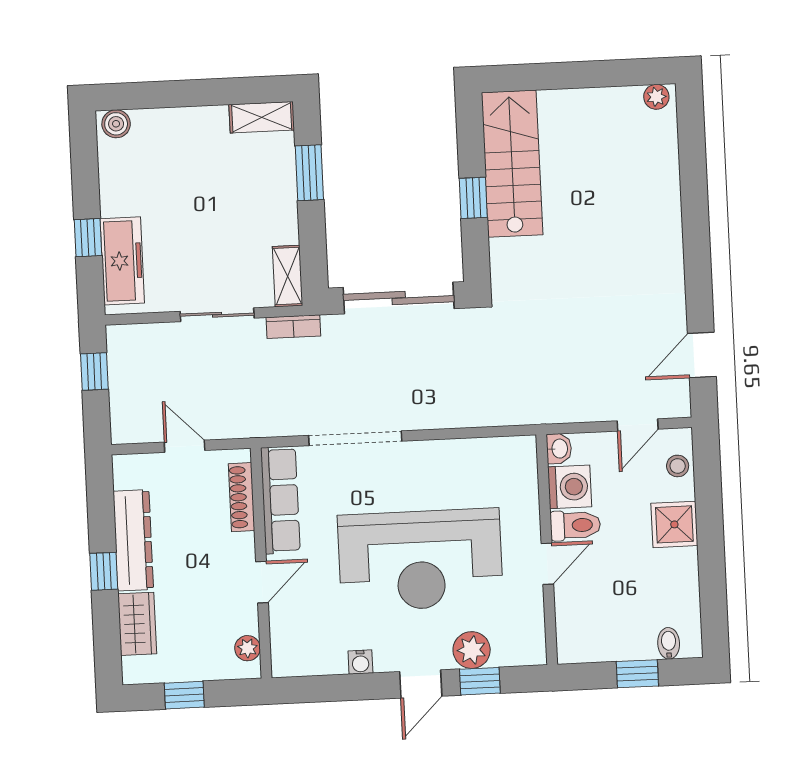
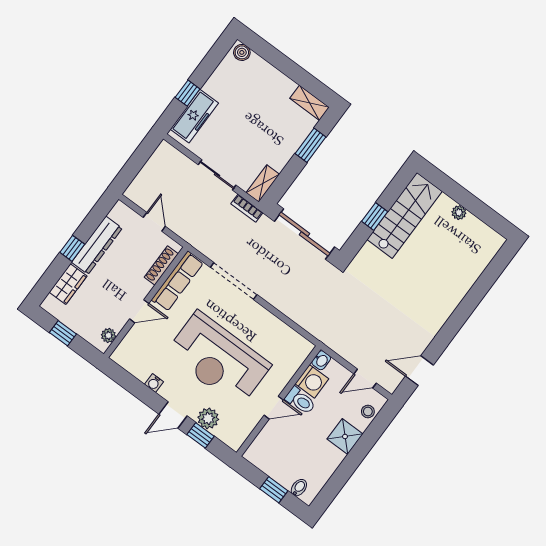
plant: (656, 97) -> (459, 213), moved
window: (94, 372) -> (141, 155), removed

